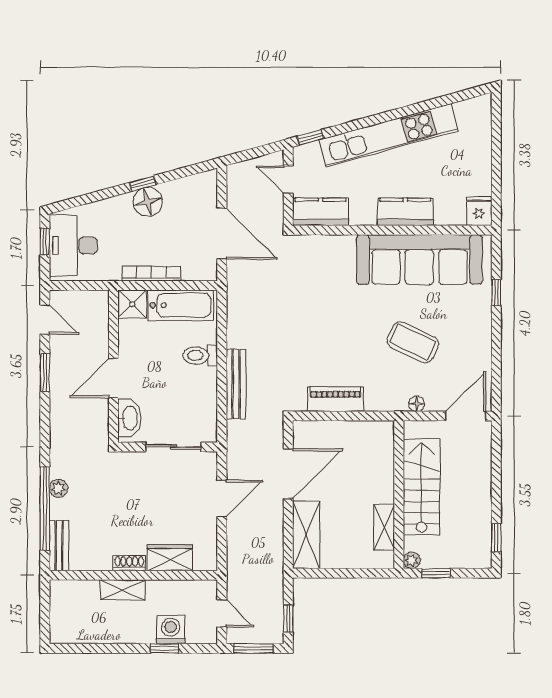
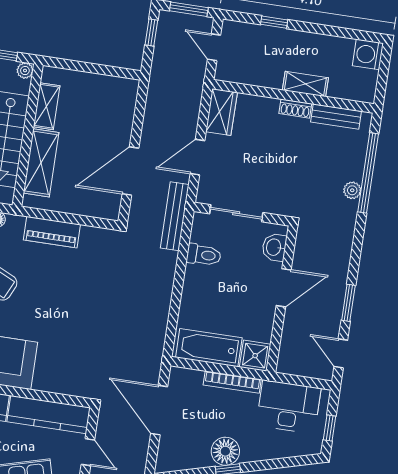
kitchen counter: (321, 212) -> (49, 415), width x1.50
desk: (73, 245) -> (289, 407), moved, turned -90
toilet: (200, 356) -> (204, 255), moved
bench: (236, 384) -> (175, 216), moved
piano: (335, 399) -> (52, 232), moved
washbasin: (129, 418) -> (274, 247), width x0.72
shelving: (306, 535) -> (41, 163), moved
bench: (59, 546) -> (336, 117), moved, turned 90
wardrobe: (170, 558) -> (221, 112), moved, turned -90
washing machine: (171, 630) -> (368, 54), moved, turned 90

